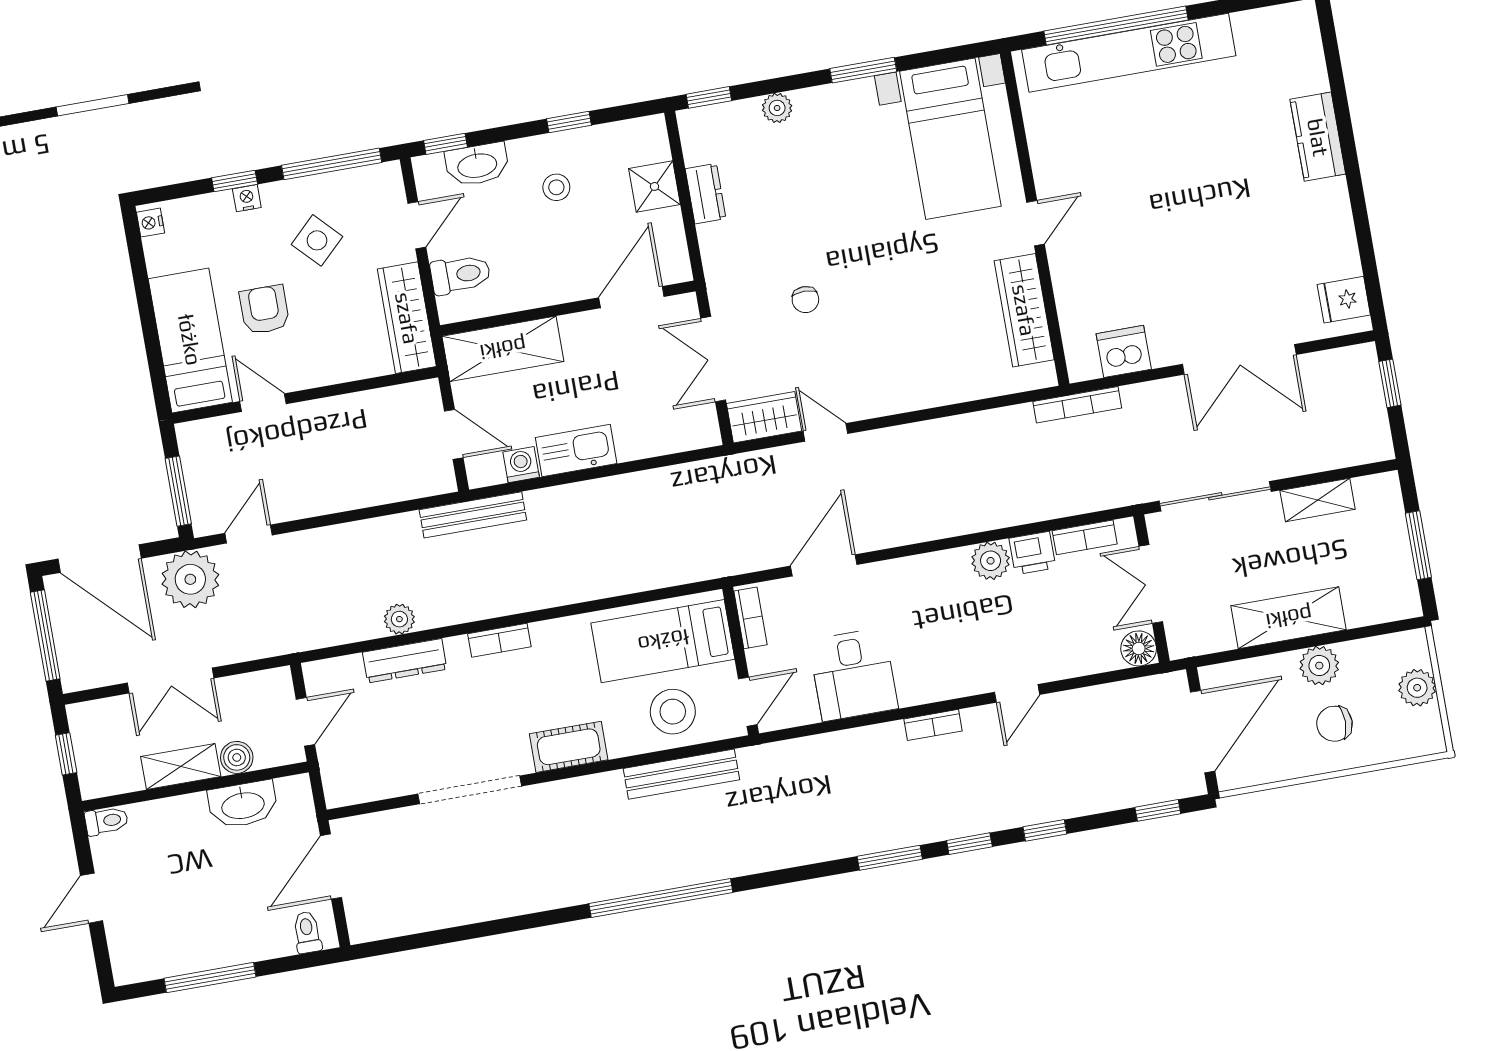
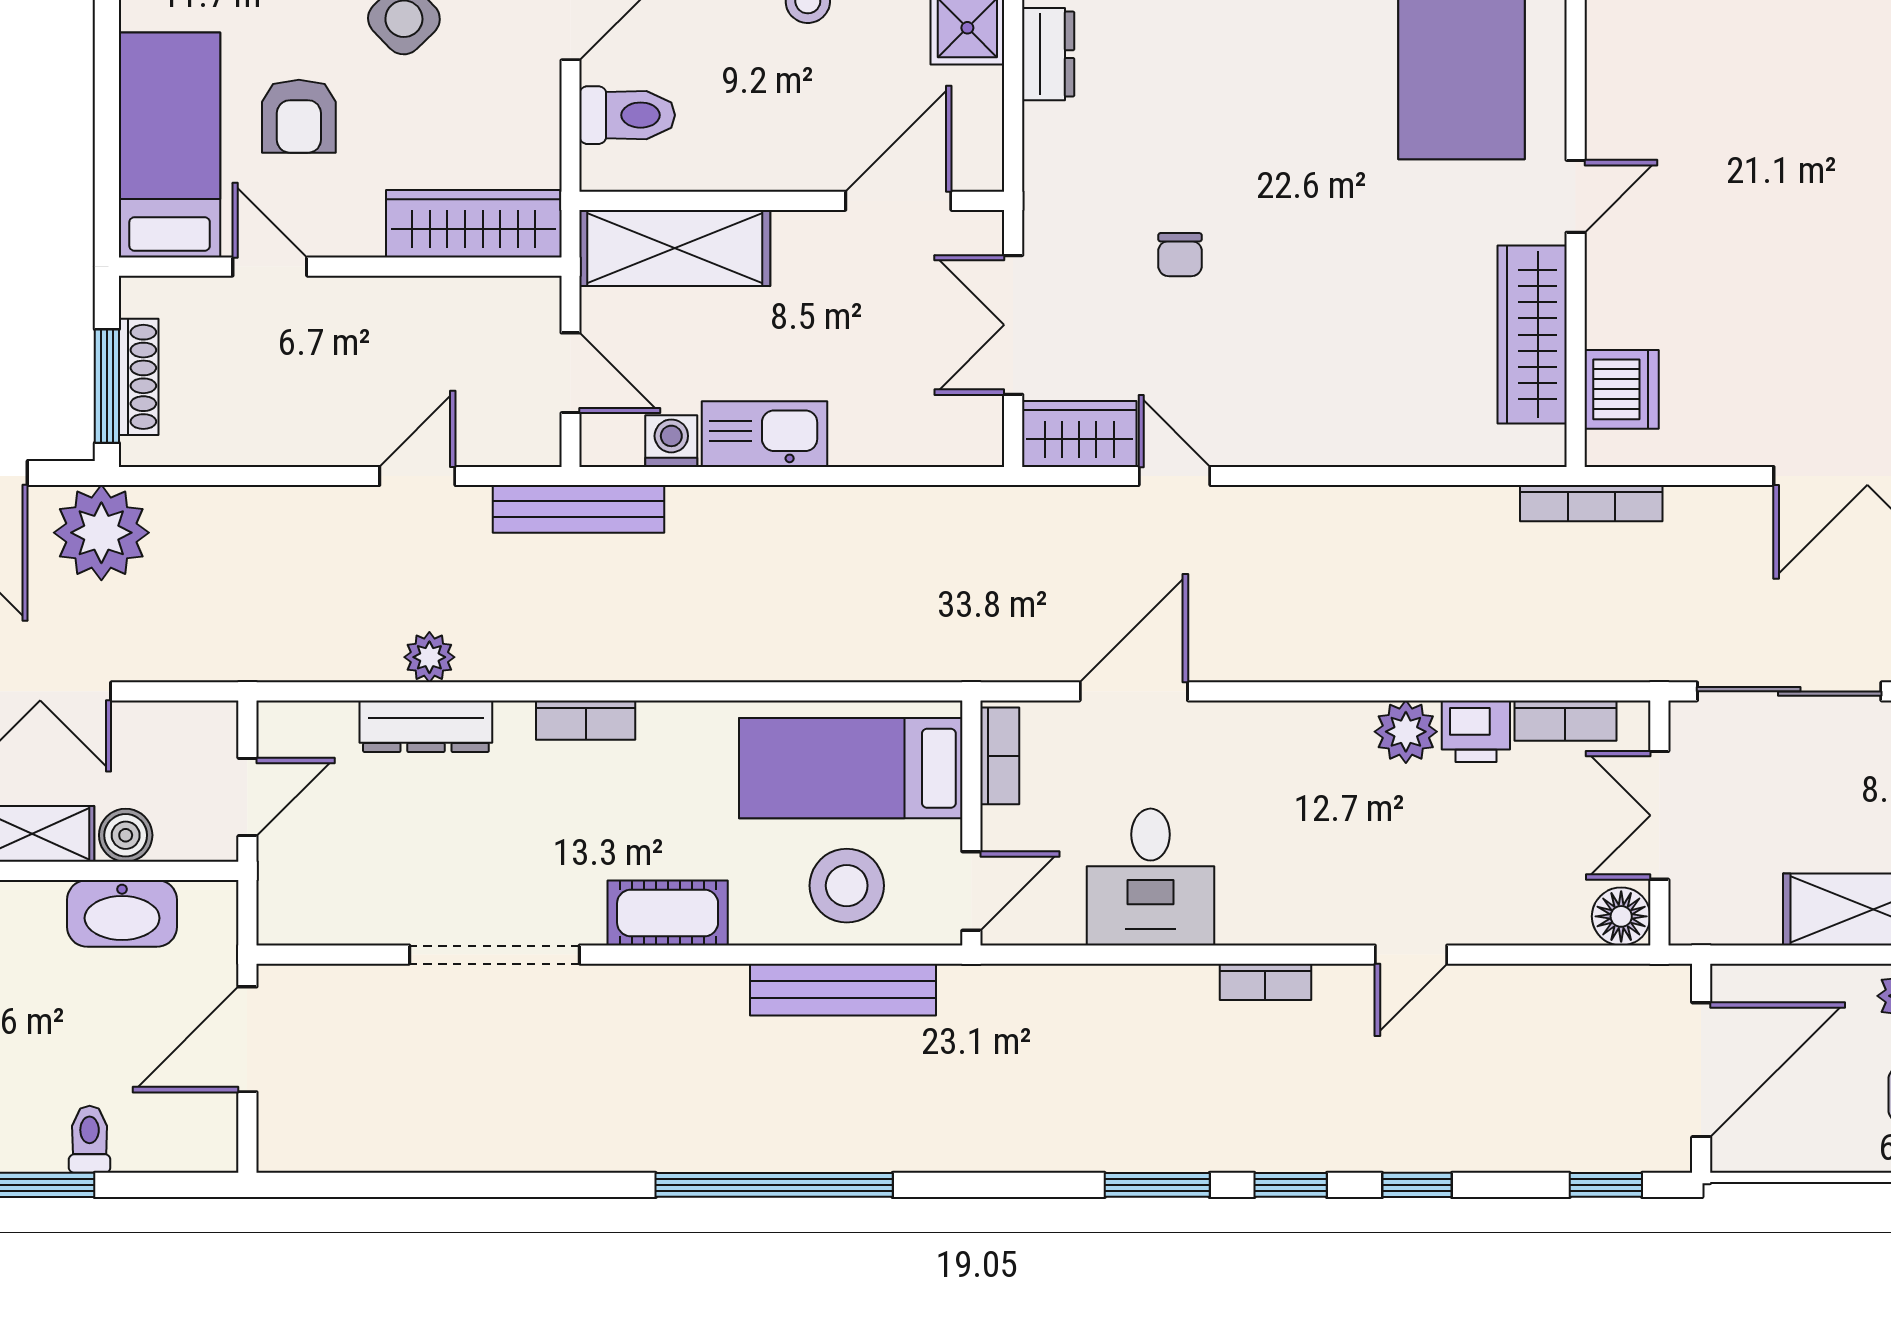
armchair: (264, 310) -> (299, 116), turned 180
wardrobe: (407, 318) -> (474, 224), moved, turned 90
dishwasher: (1124, 351) -> (1622, 389), moved, turned 90
shoe rack: (196, 482) -> (139, 377), added
door: (249, 534) -> (417, 476), moved
toilet: (307, 932) -> (90, 1139), moved

